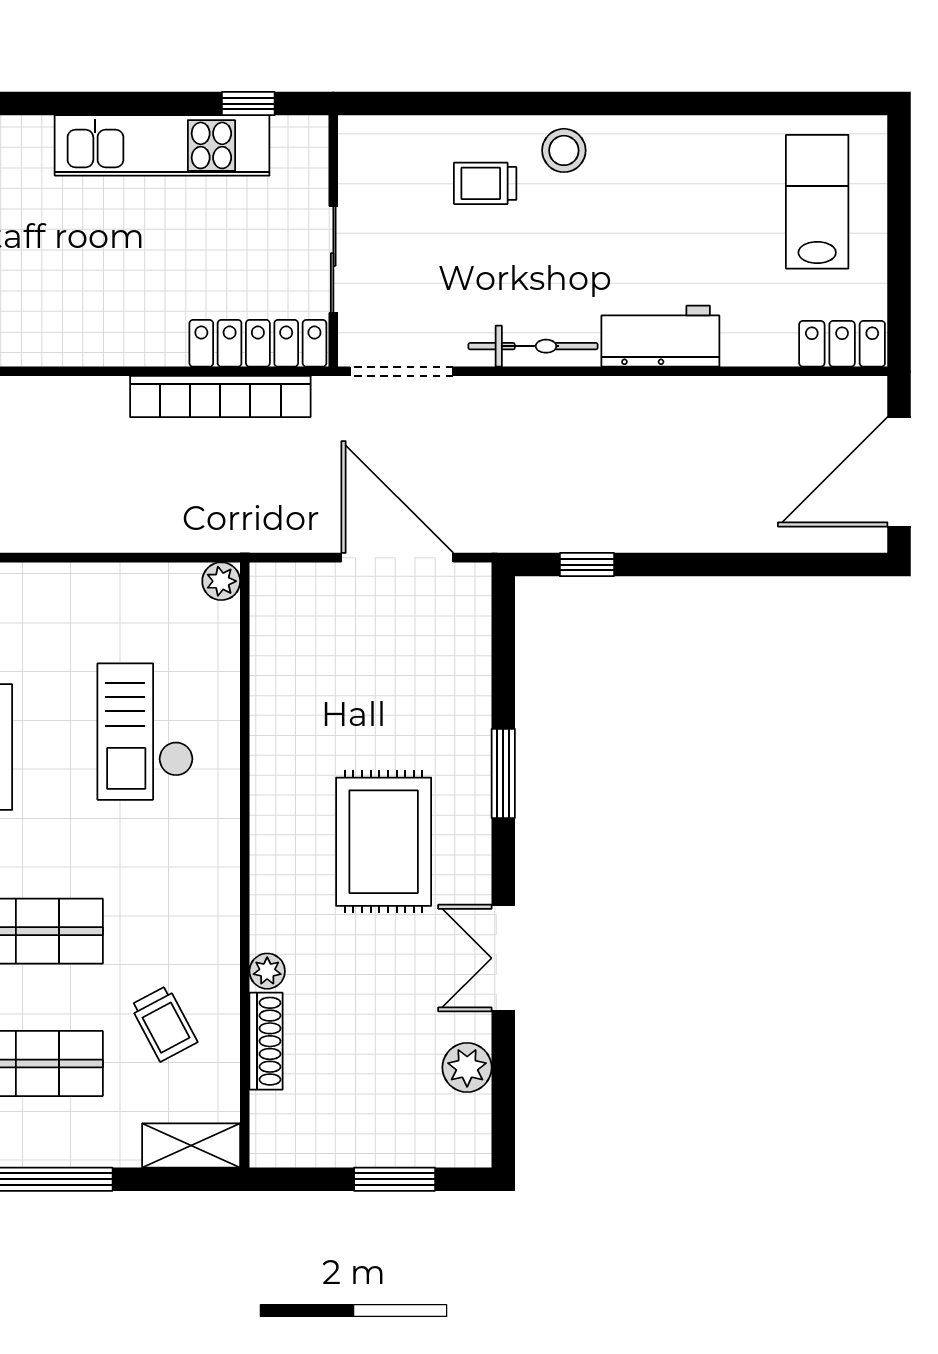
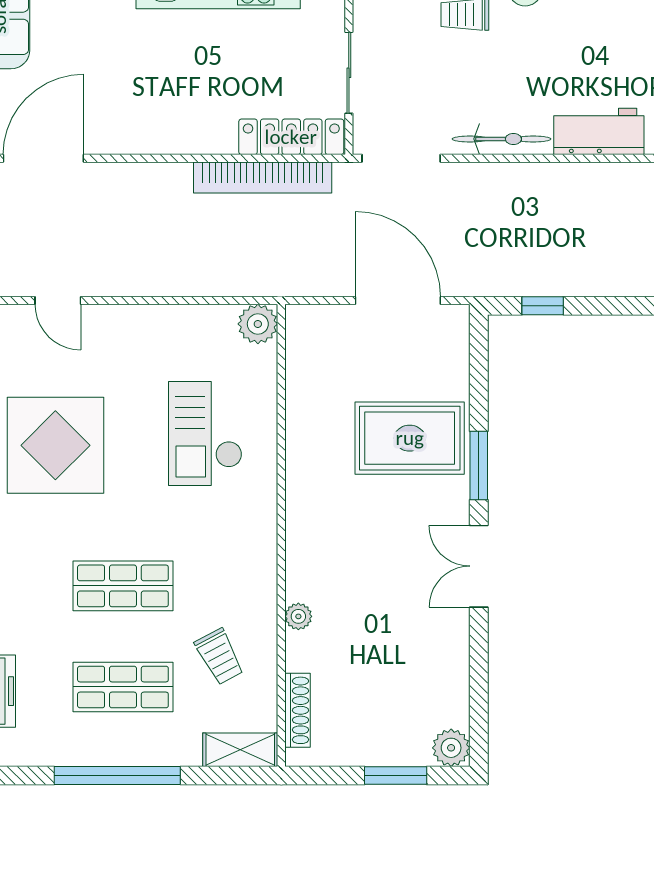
plant: (221, 581) -> (258, 324), width x1.38, depth x1.38
rug: (384, 842) -> (410, 438), moved, turned 90
double door: (503, 958) -> (479, 566), moved
shoe rack: (266, 1041) -> (297, 710), moved
plant: (467, 1067) -> (451, 748), moved

